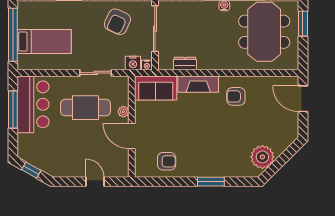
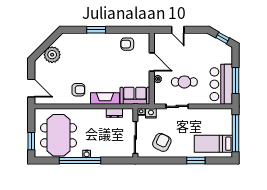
bed: (44, 42) -> (213, 144), moved
cafe table: (85, 108) -> (184, 82), width x0.73, depth x0.74
plant: (262, 157) -> (52, 55), moved

